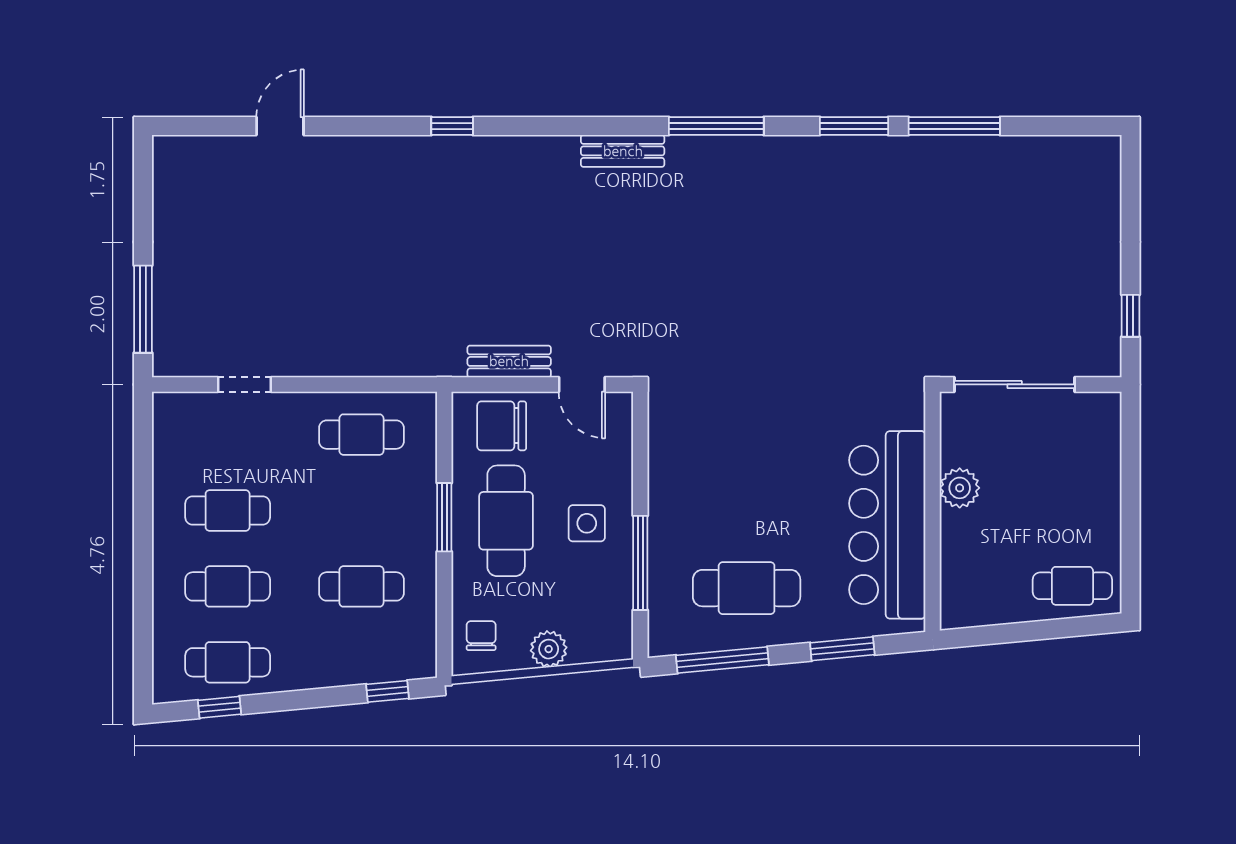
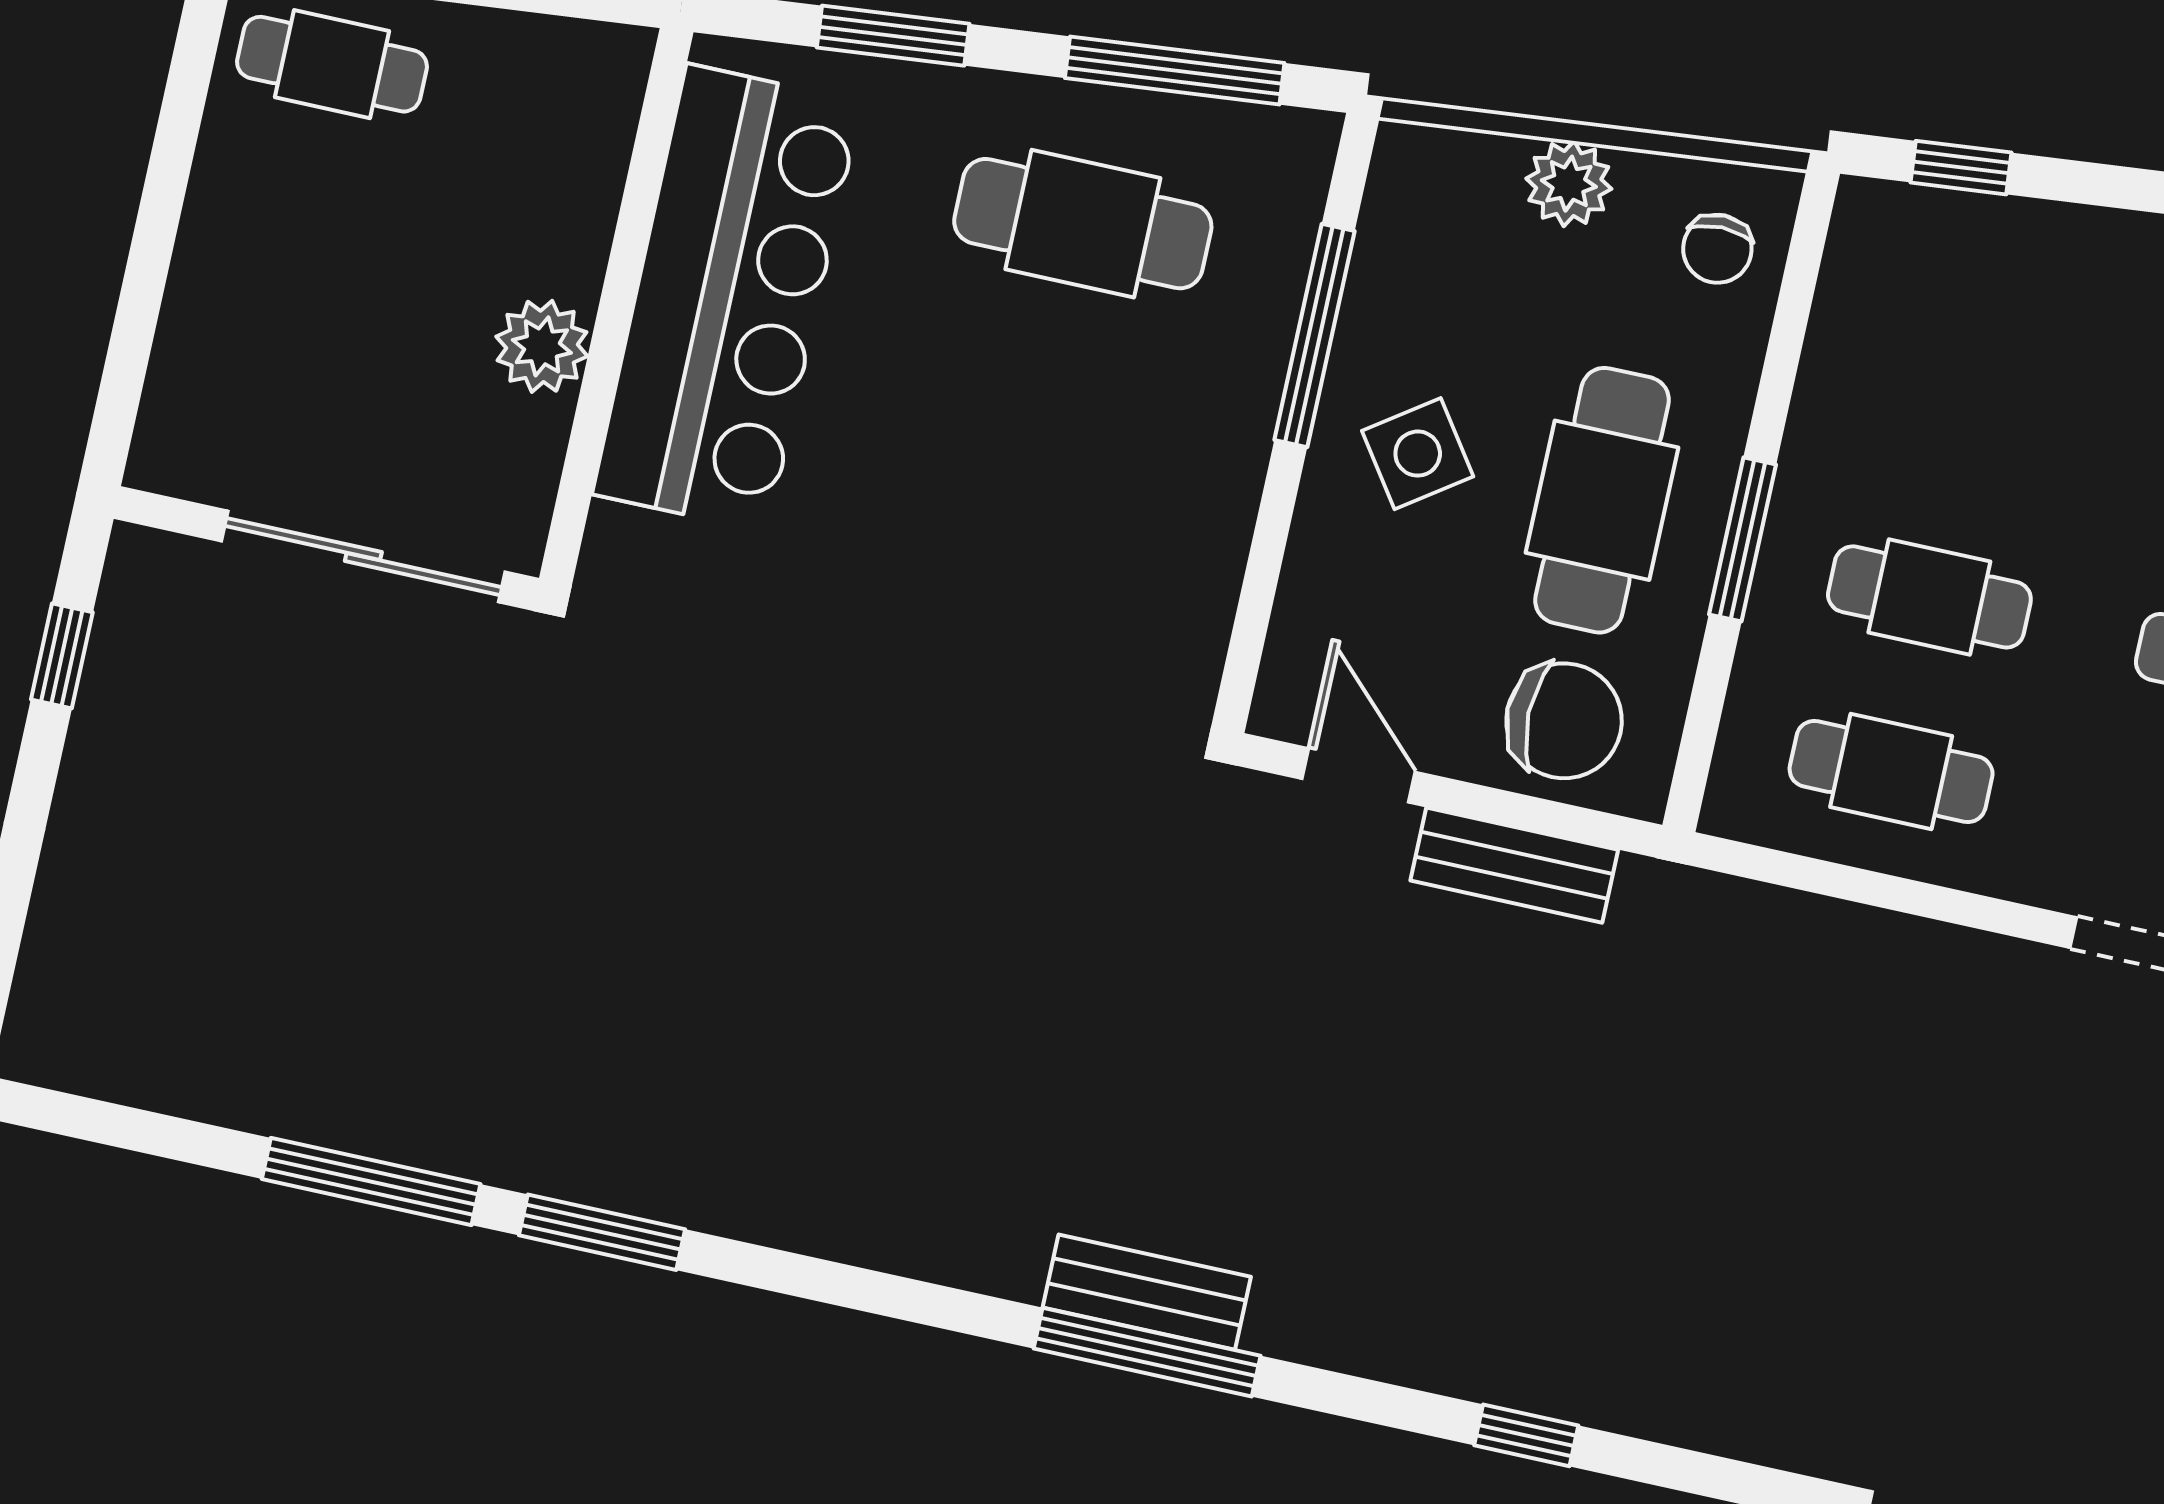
window: (716, 126) -> (1147, 1352), moved
side table: (587, 523) -> (1418, 454), turned -35
cafe table: (361, 586) -> (1929, 597), moved

